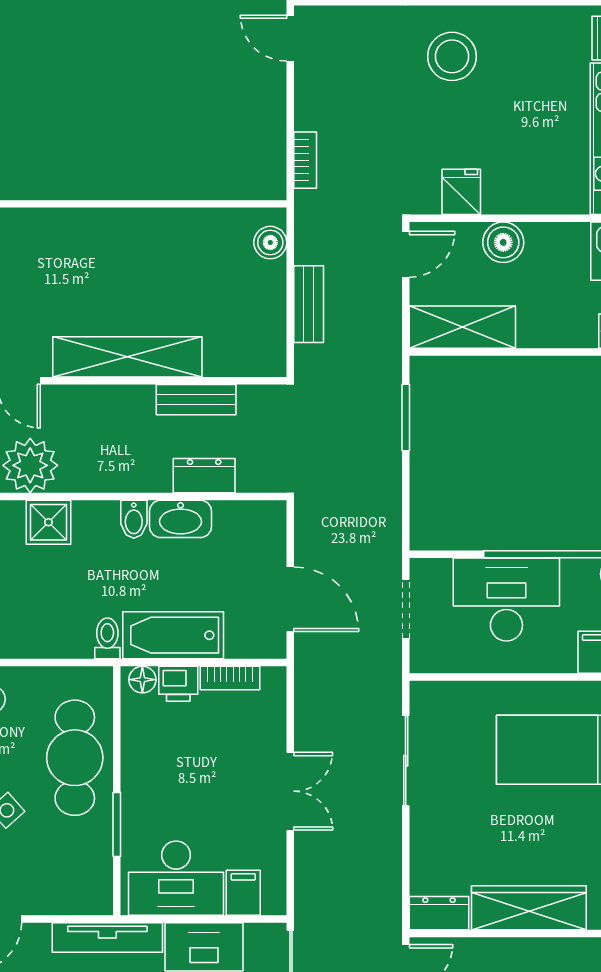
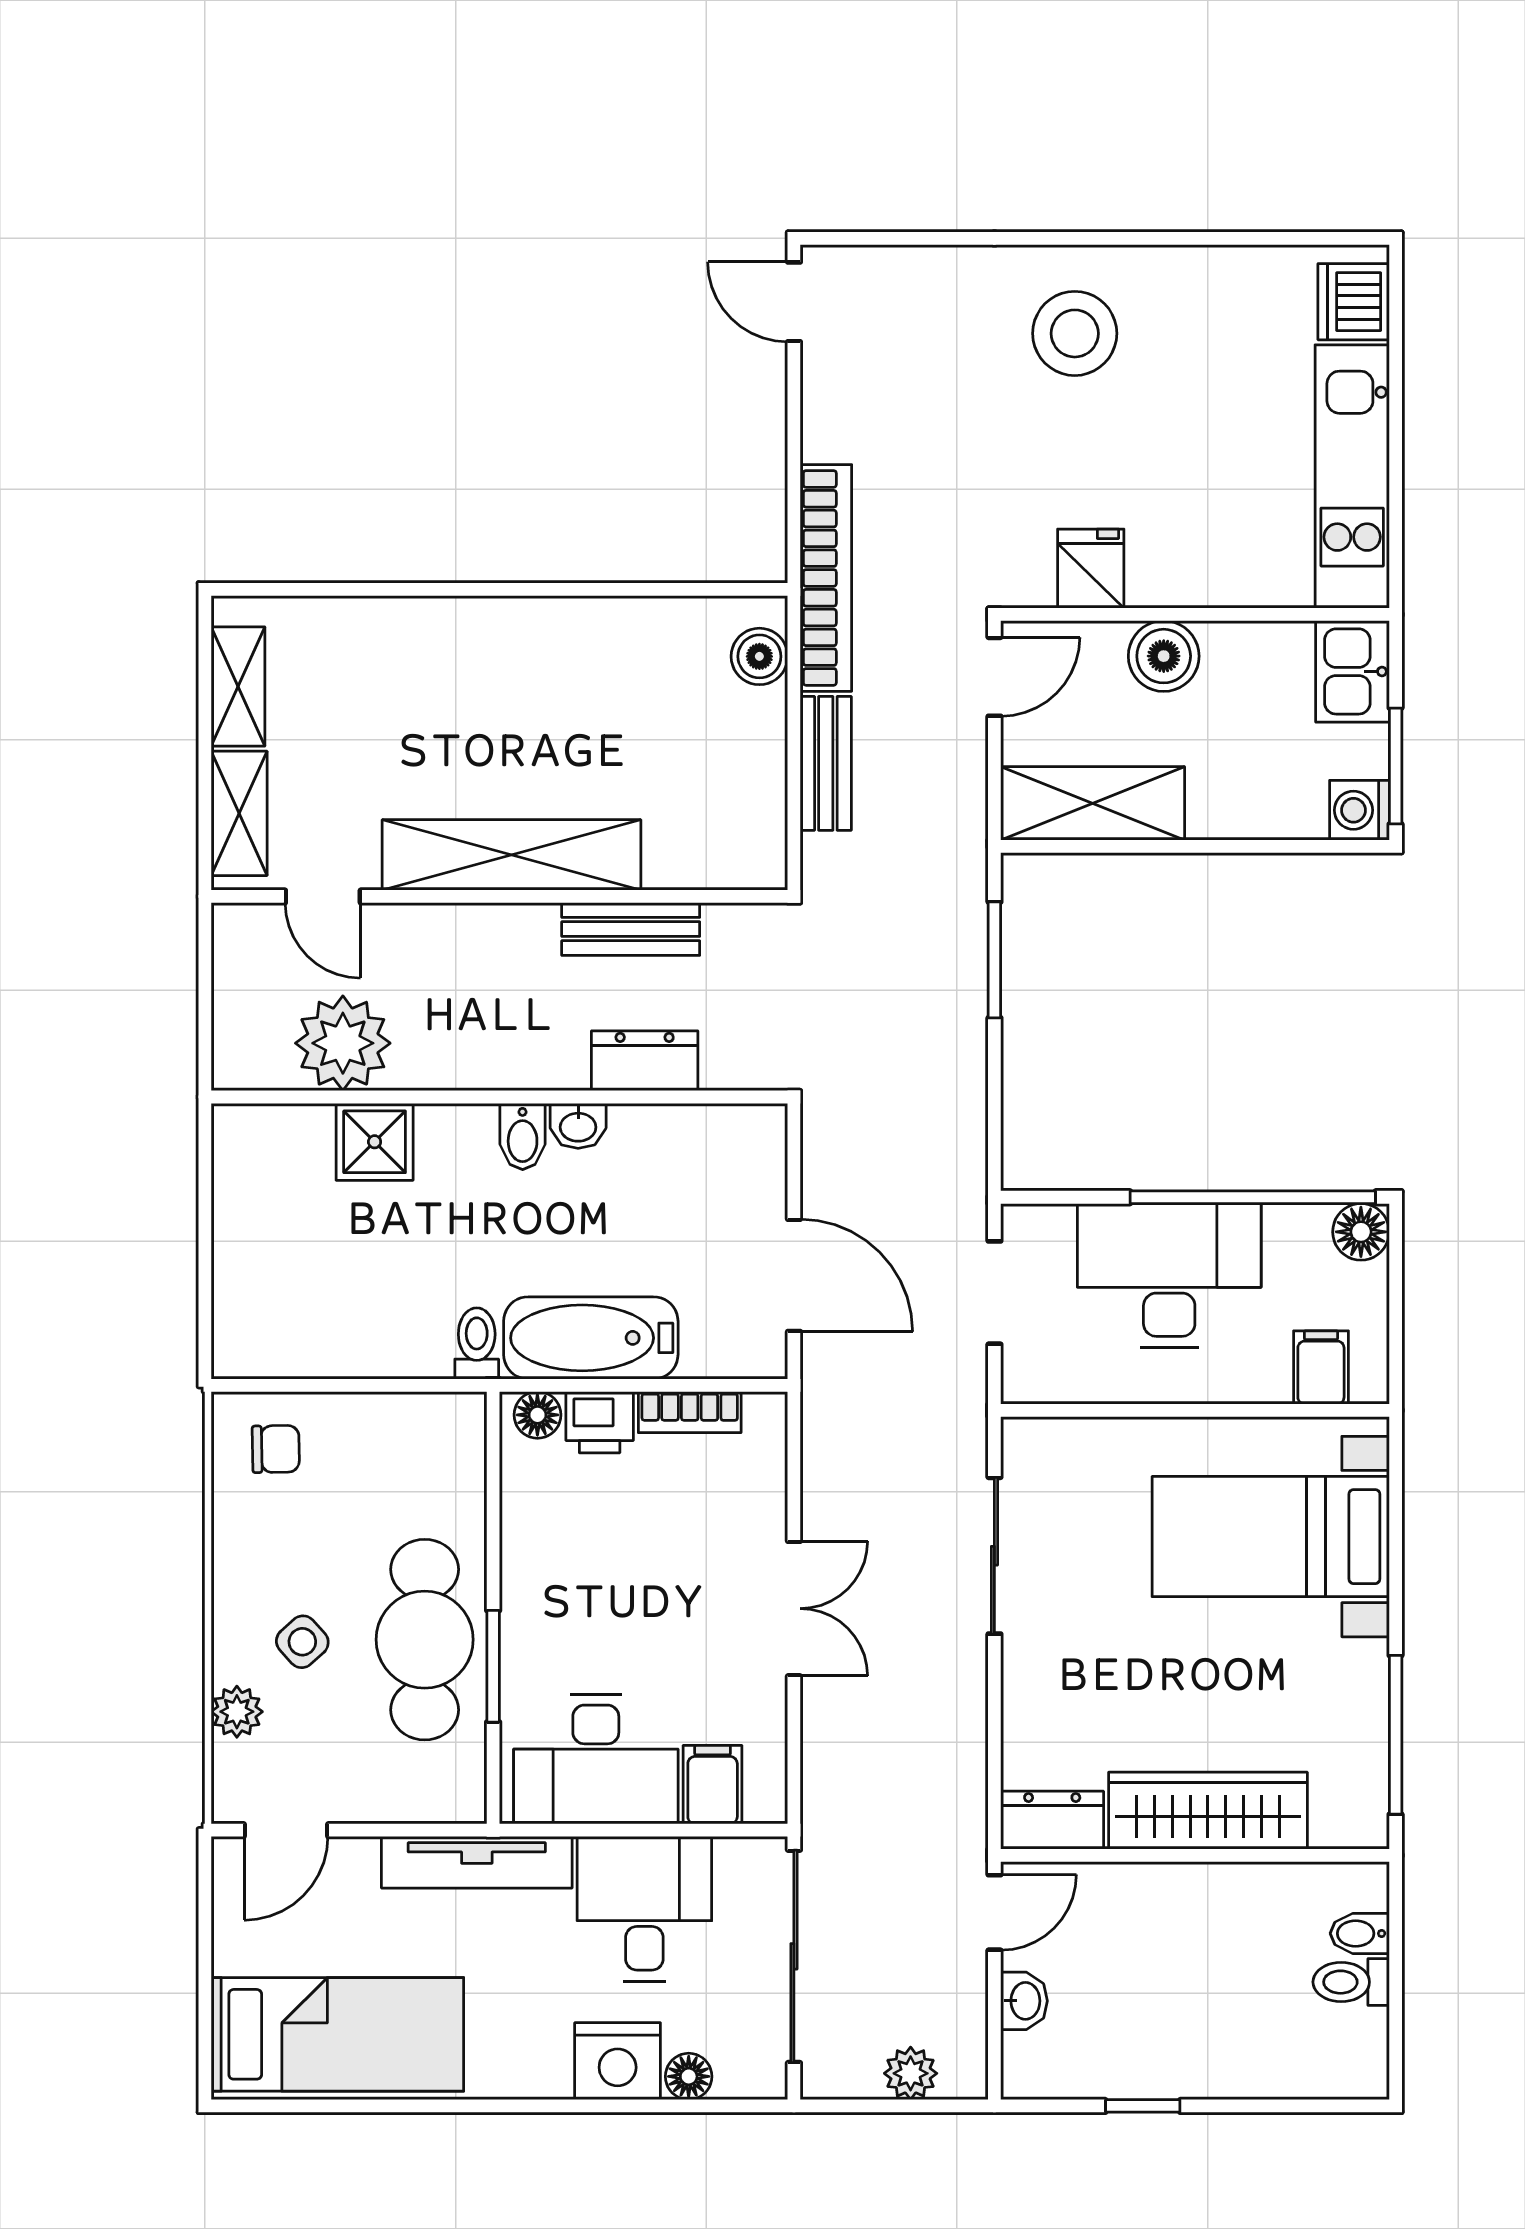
bookcase: (305, 160) -> (826, 578), width x2.31, depth x1.31
washbasin: (181, 519) -> (578, 1126), width x0.52, depth x0.69
cafe table: (75, 758) -> (425, 1640), moved

